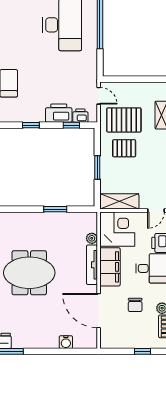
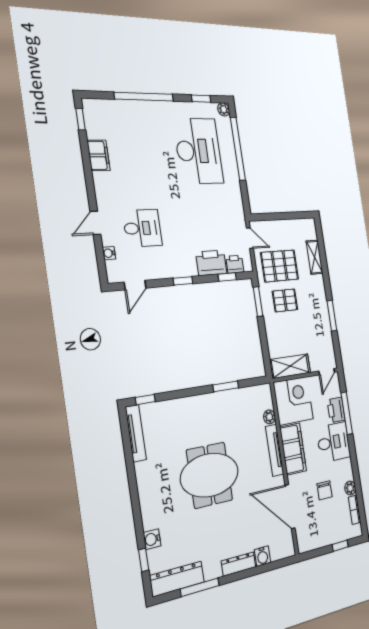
window: (97, 168) -> (258, 302), moved
dresser: (43, 343) -> (239, 564), added

